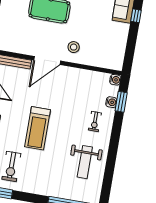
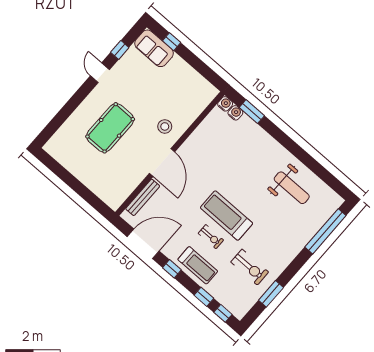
water cooler: (111, 102) -> (235, 113), moved
exercise bike: (95, 121) -> (211, 237), moved
treadmill: (38, 128) -> (226, 216), turned 180

